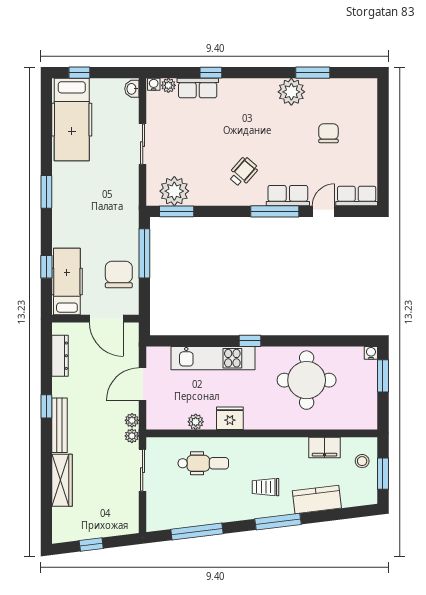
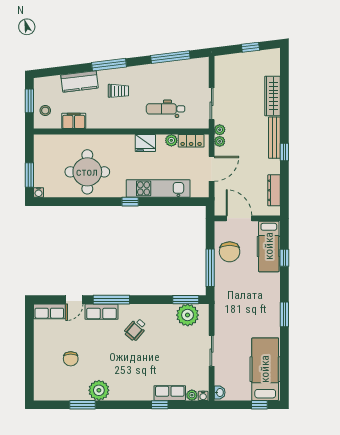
locker: (170, 421) -> (191, 141), added

